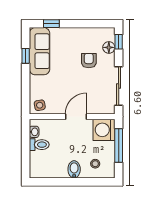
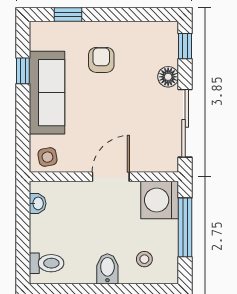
floor lamp: (109, 47) -> (168, 77), moved
sofa: (39, 51) -> (47, 93), moved
armchair: (89, 61) -> (101, 60), moved
toilet: (39, 145) -> (47, 263), moved

